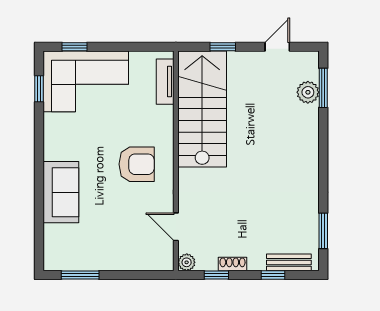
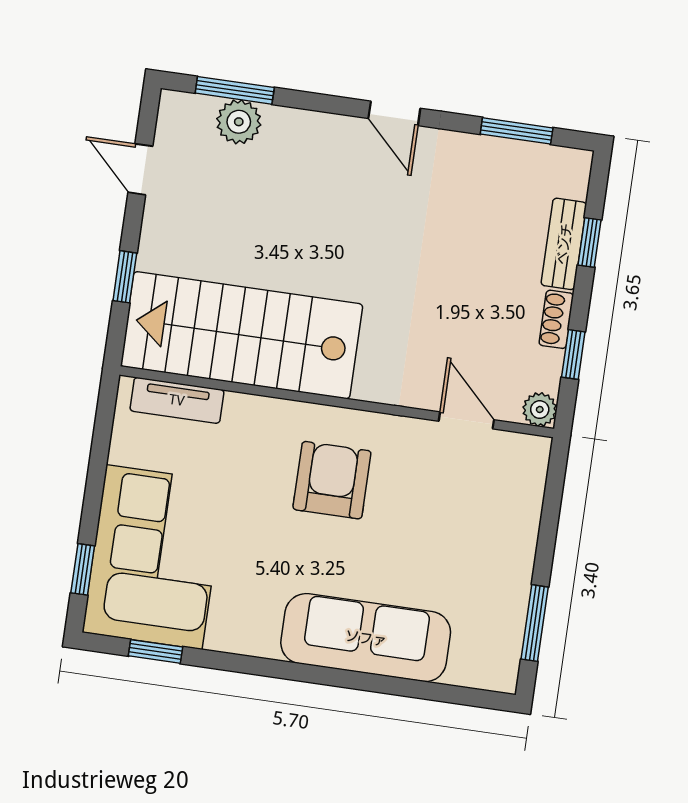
door: (323, 169) -> (394, 113), added
sofa: (61, 192) -> (366, 638), width x1.36
door: (176, 227) -> (466, 420), swing flipped
bench: (289, 262) -> (564, 244), moved

